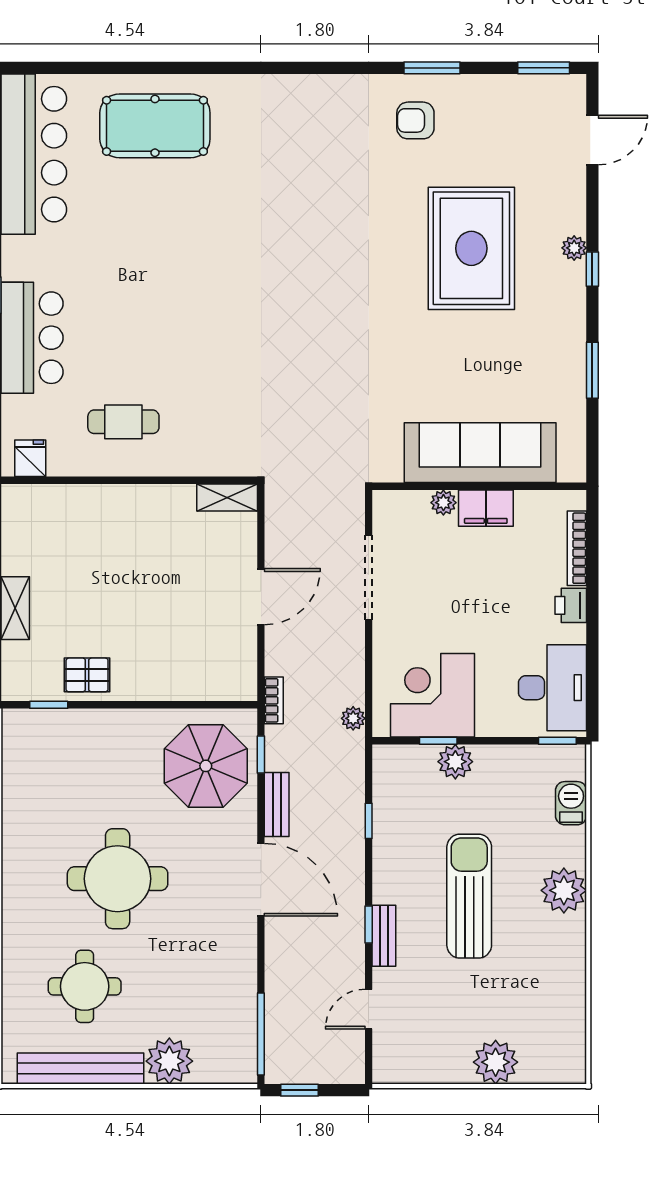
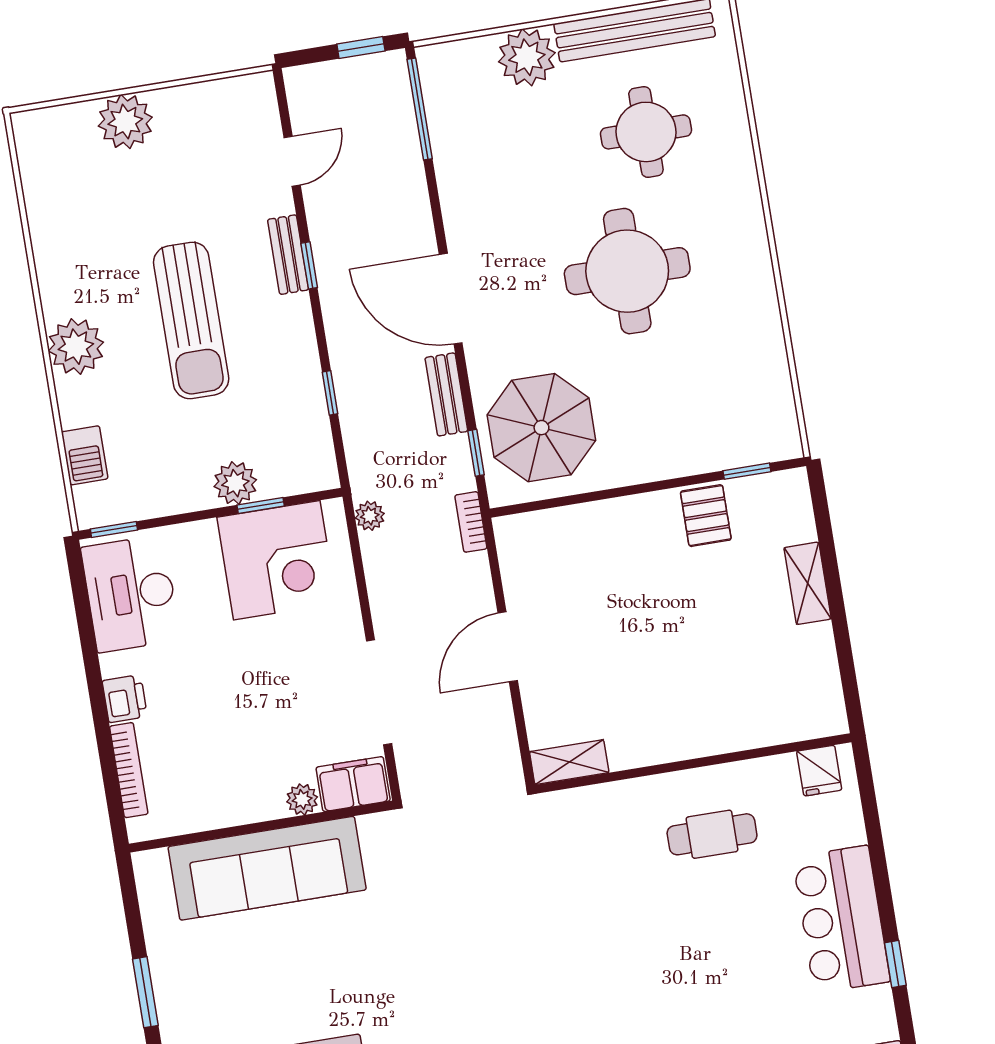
filing cabinet: (486, 508) -> (353, 784), moved
pallet: (87, 675) -> (706, 516), turned 90

